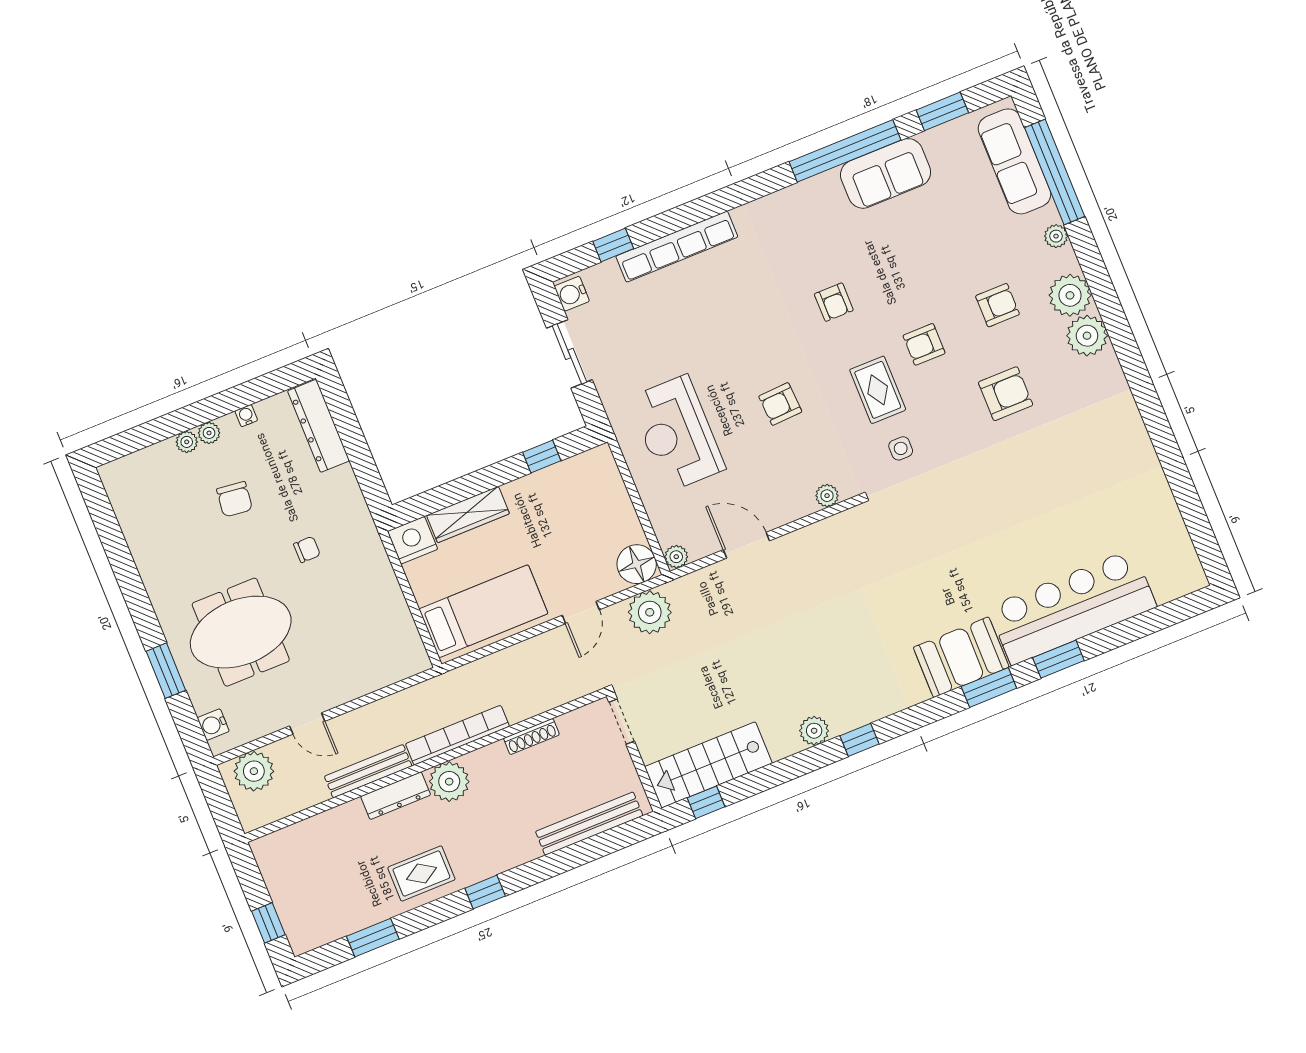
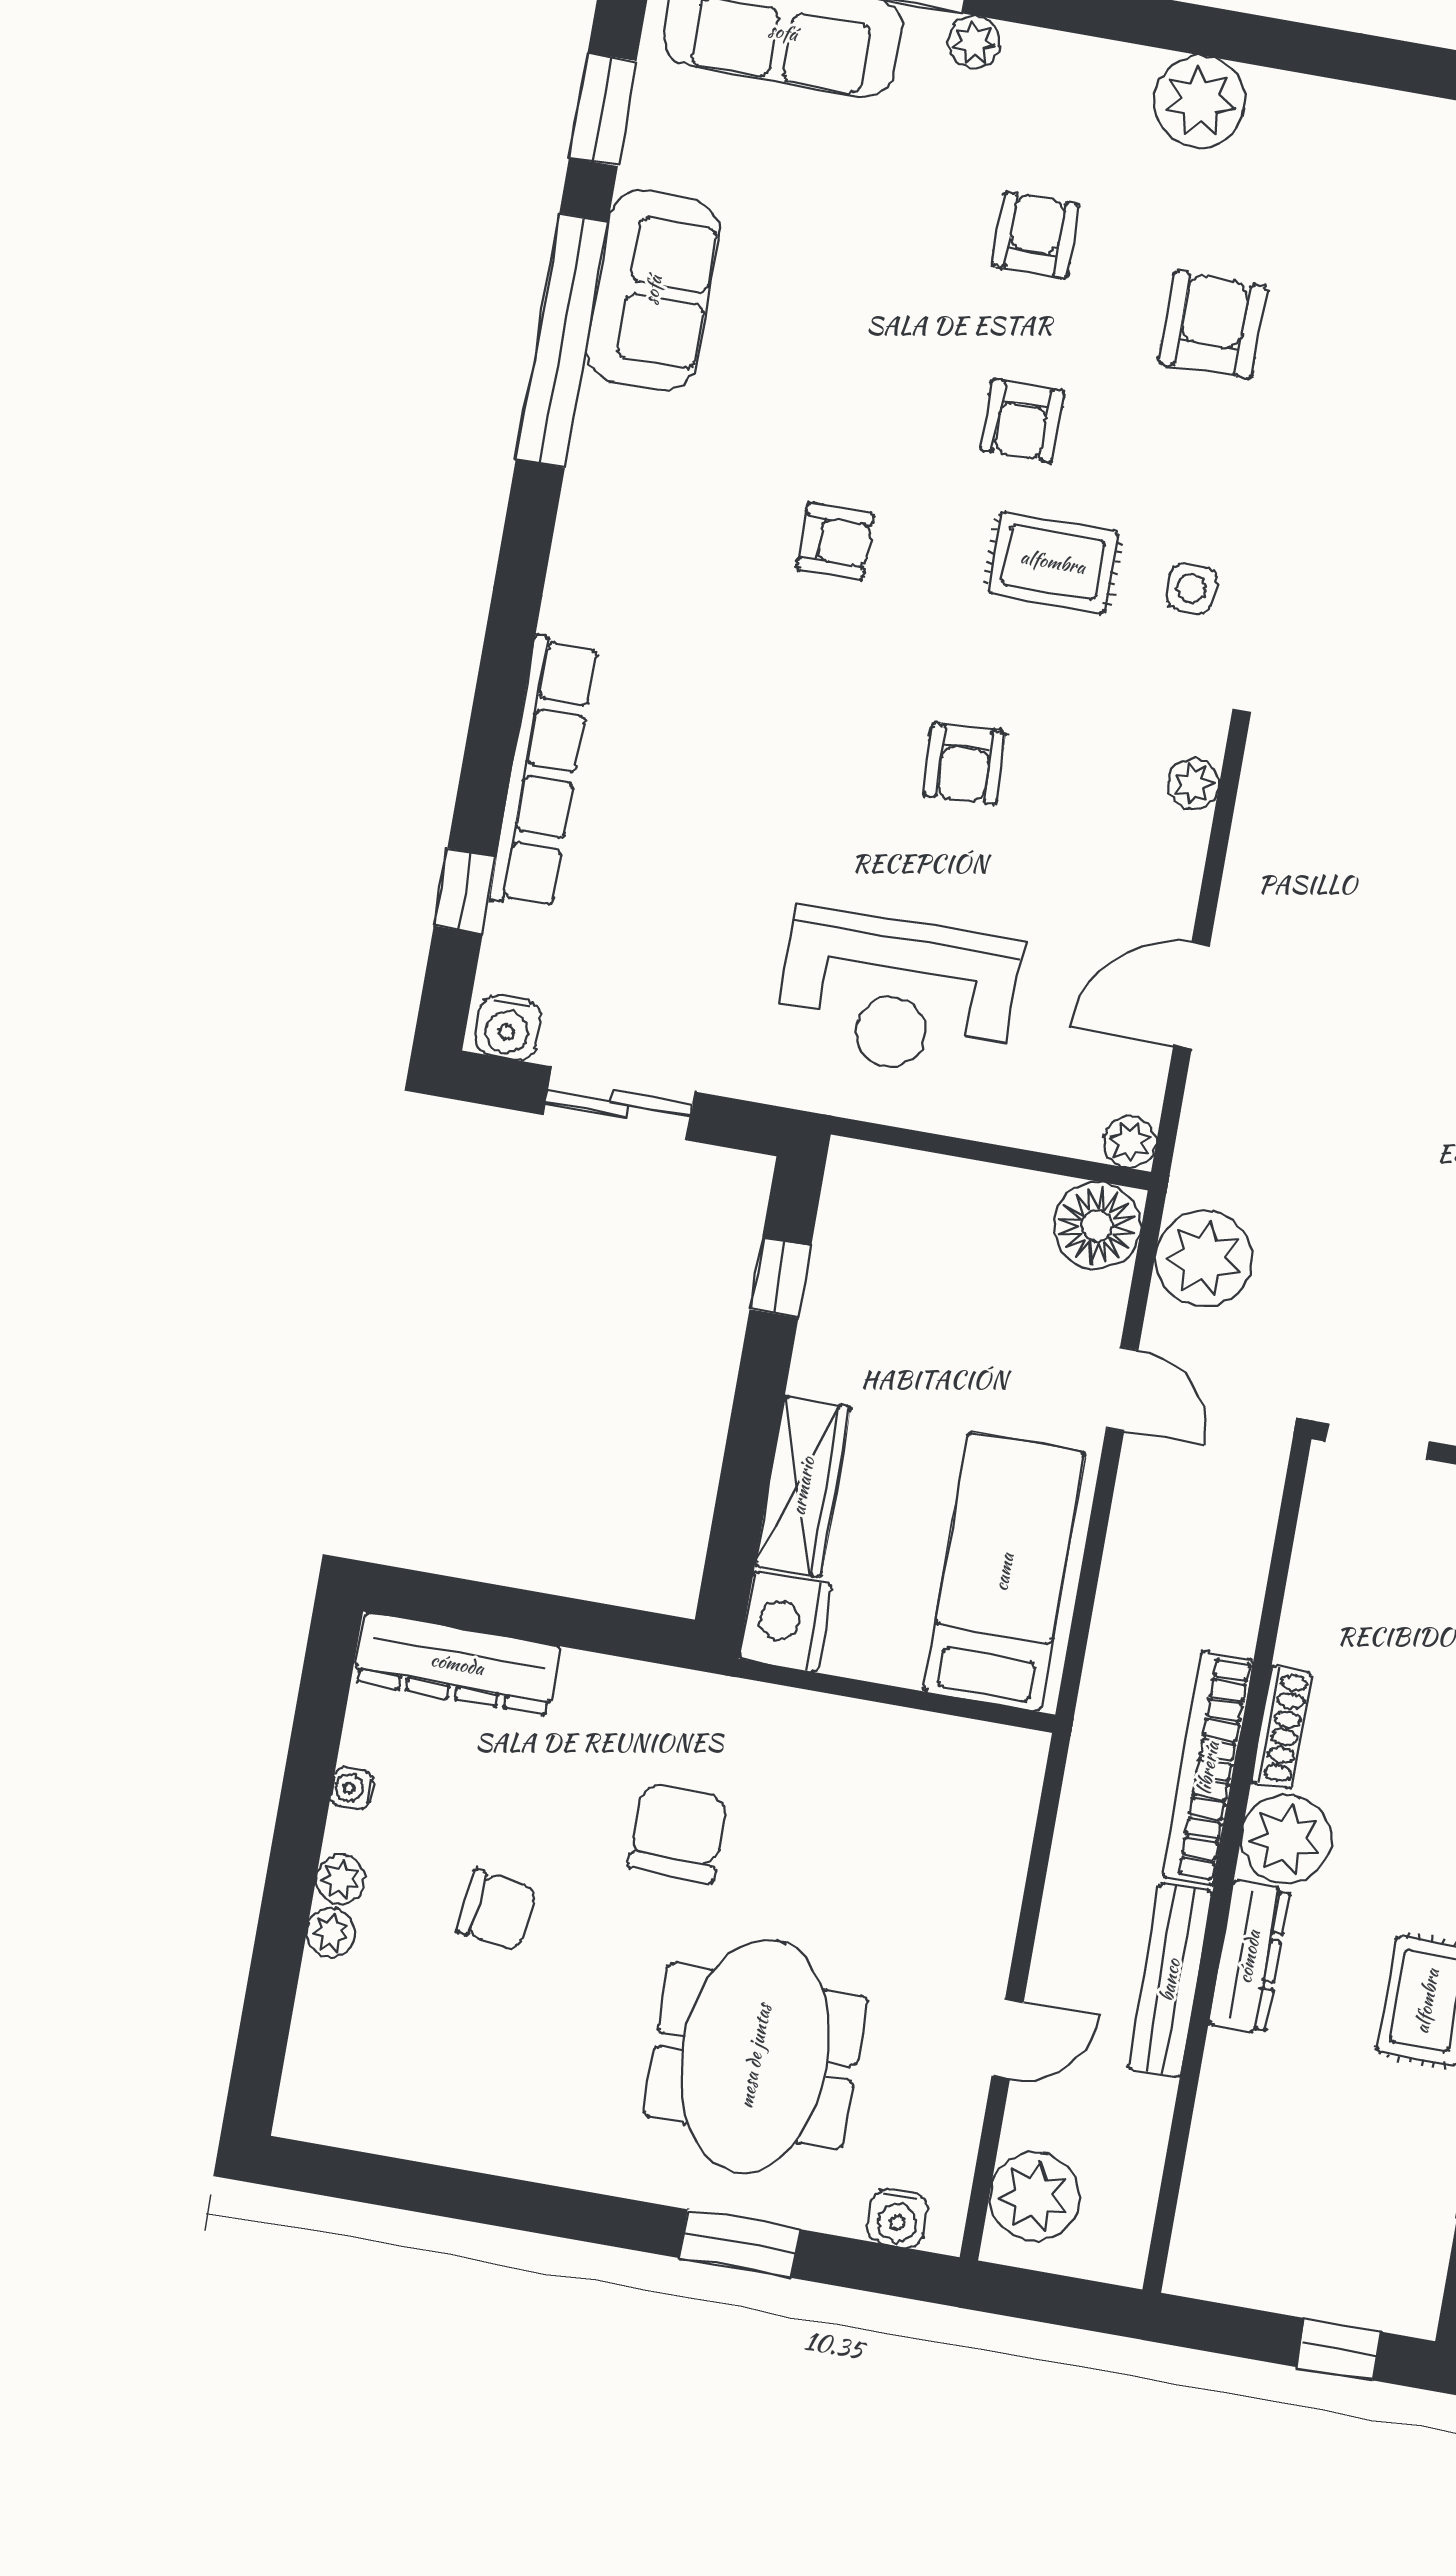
plant: (1070, 295) -> (1103, 86), removed
chair: (307, 549) -> (678, 1833), width x1.87, depth x1.87
shoe rack: (531, 736) -> (1281, 1727), moved

